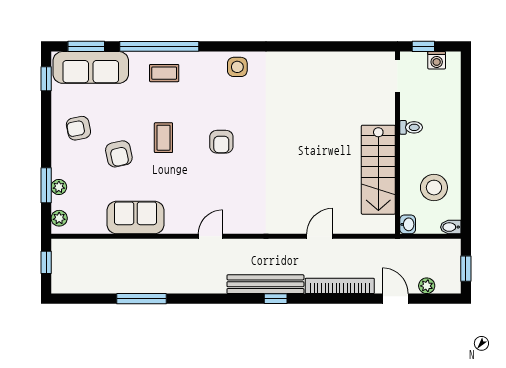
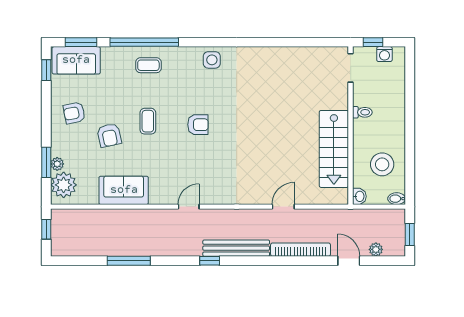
sofa: (91, 67) -> (76, 60), width x0.73
armchair: (221, 142) -> (198, 125), turned -90
plant: (59, 218) -> (64, 185), width x1.88, depth x1.88
window: (276, 299) -> (210, 261), moved

